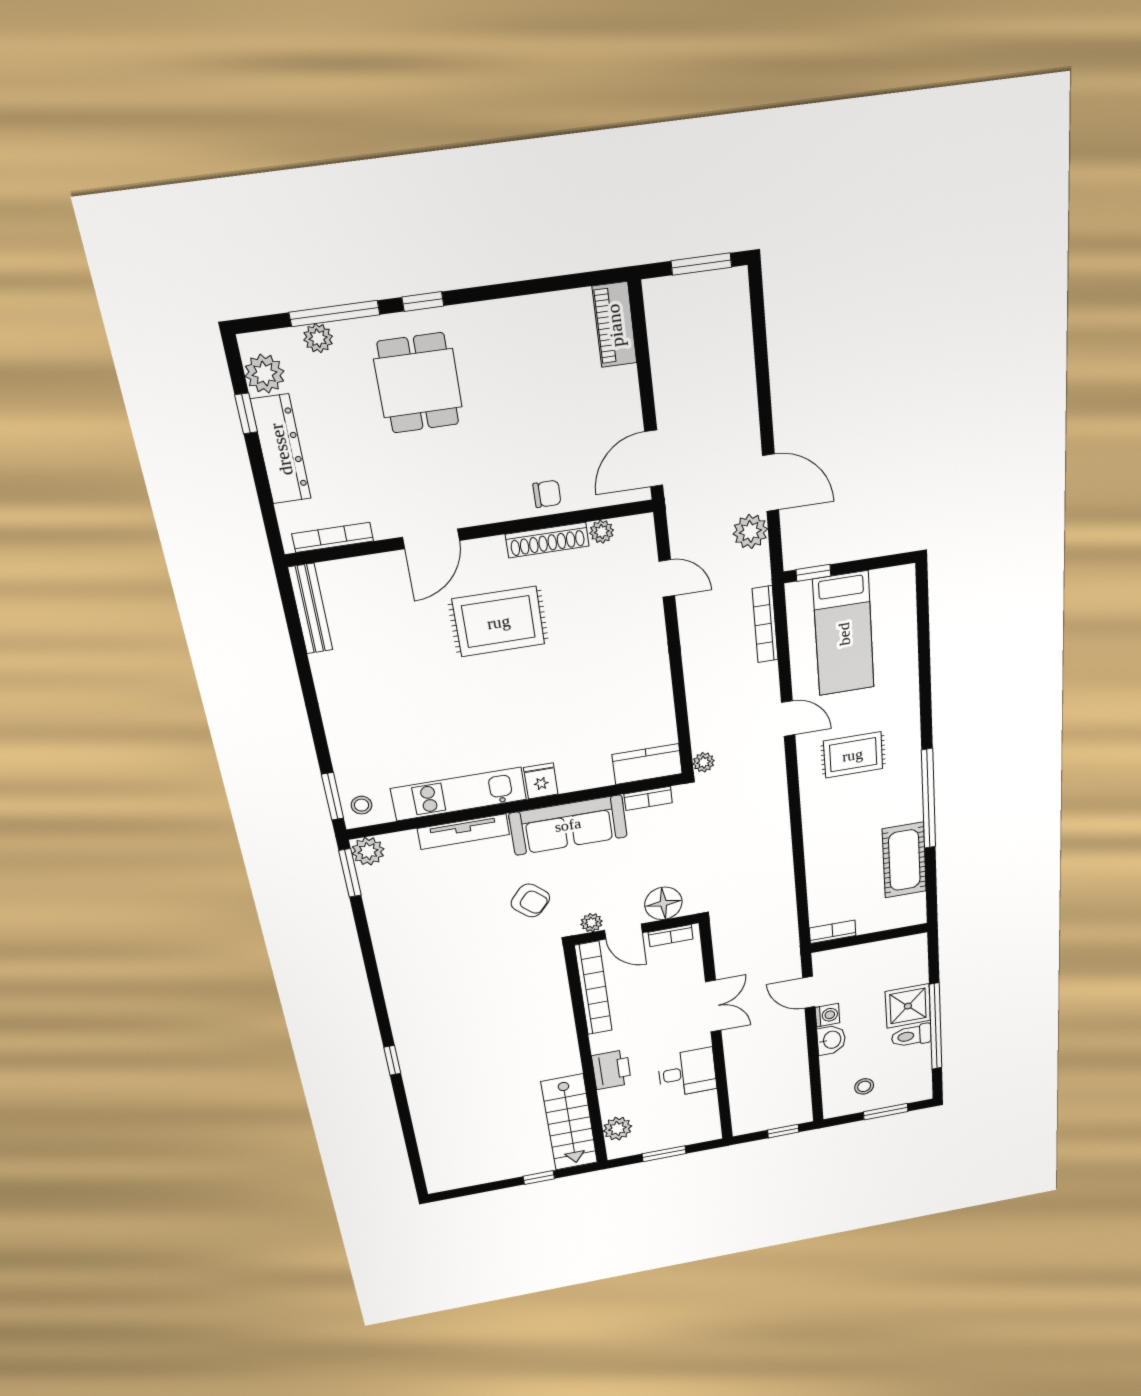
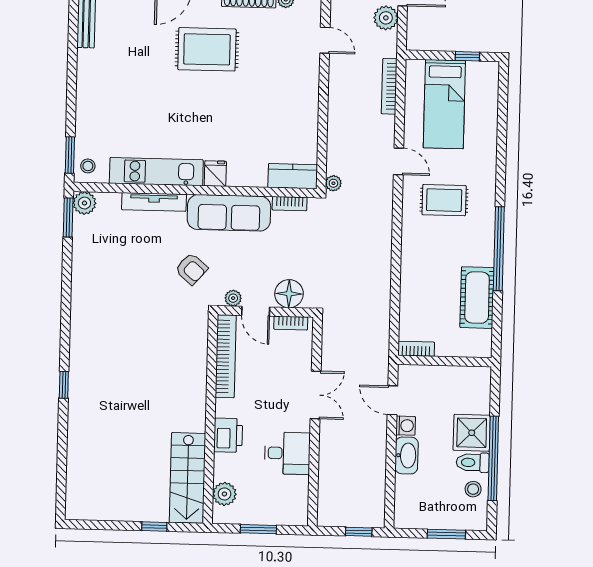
window: (813, 573) -> (467, 56), moved
washbasin: (831, 1040) -> (406, 455), width x1.38
stool: (864, 1086) -> (473, 489), moved

